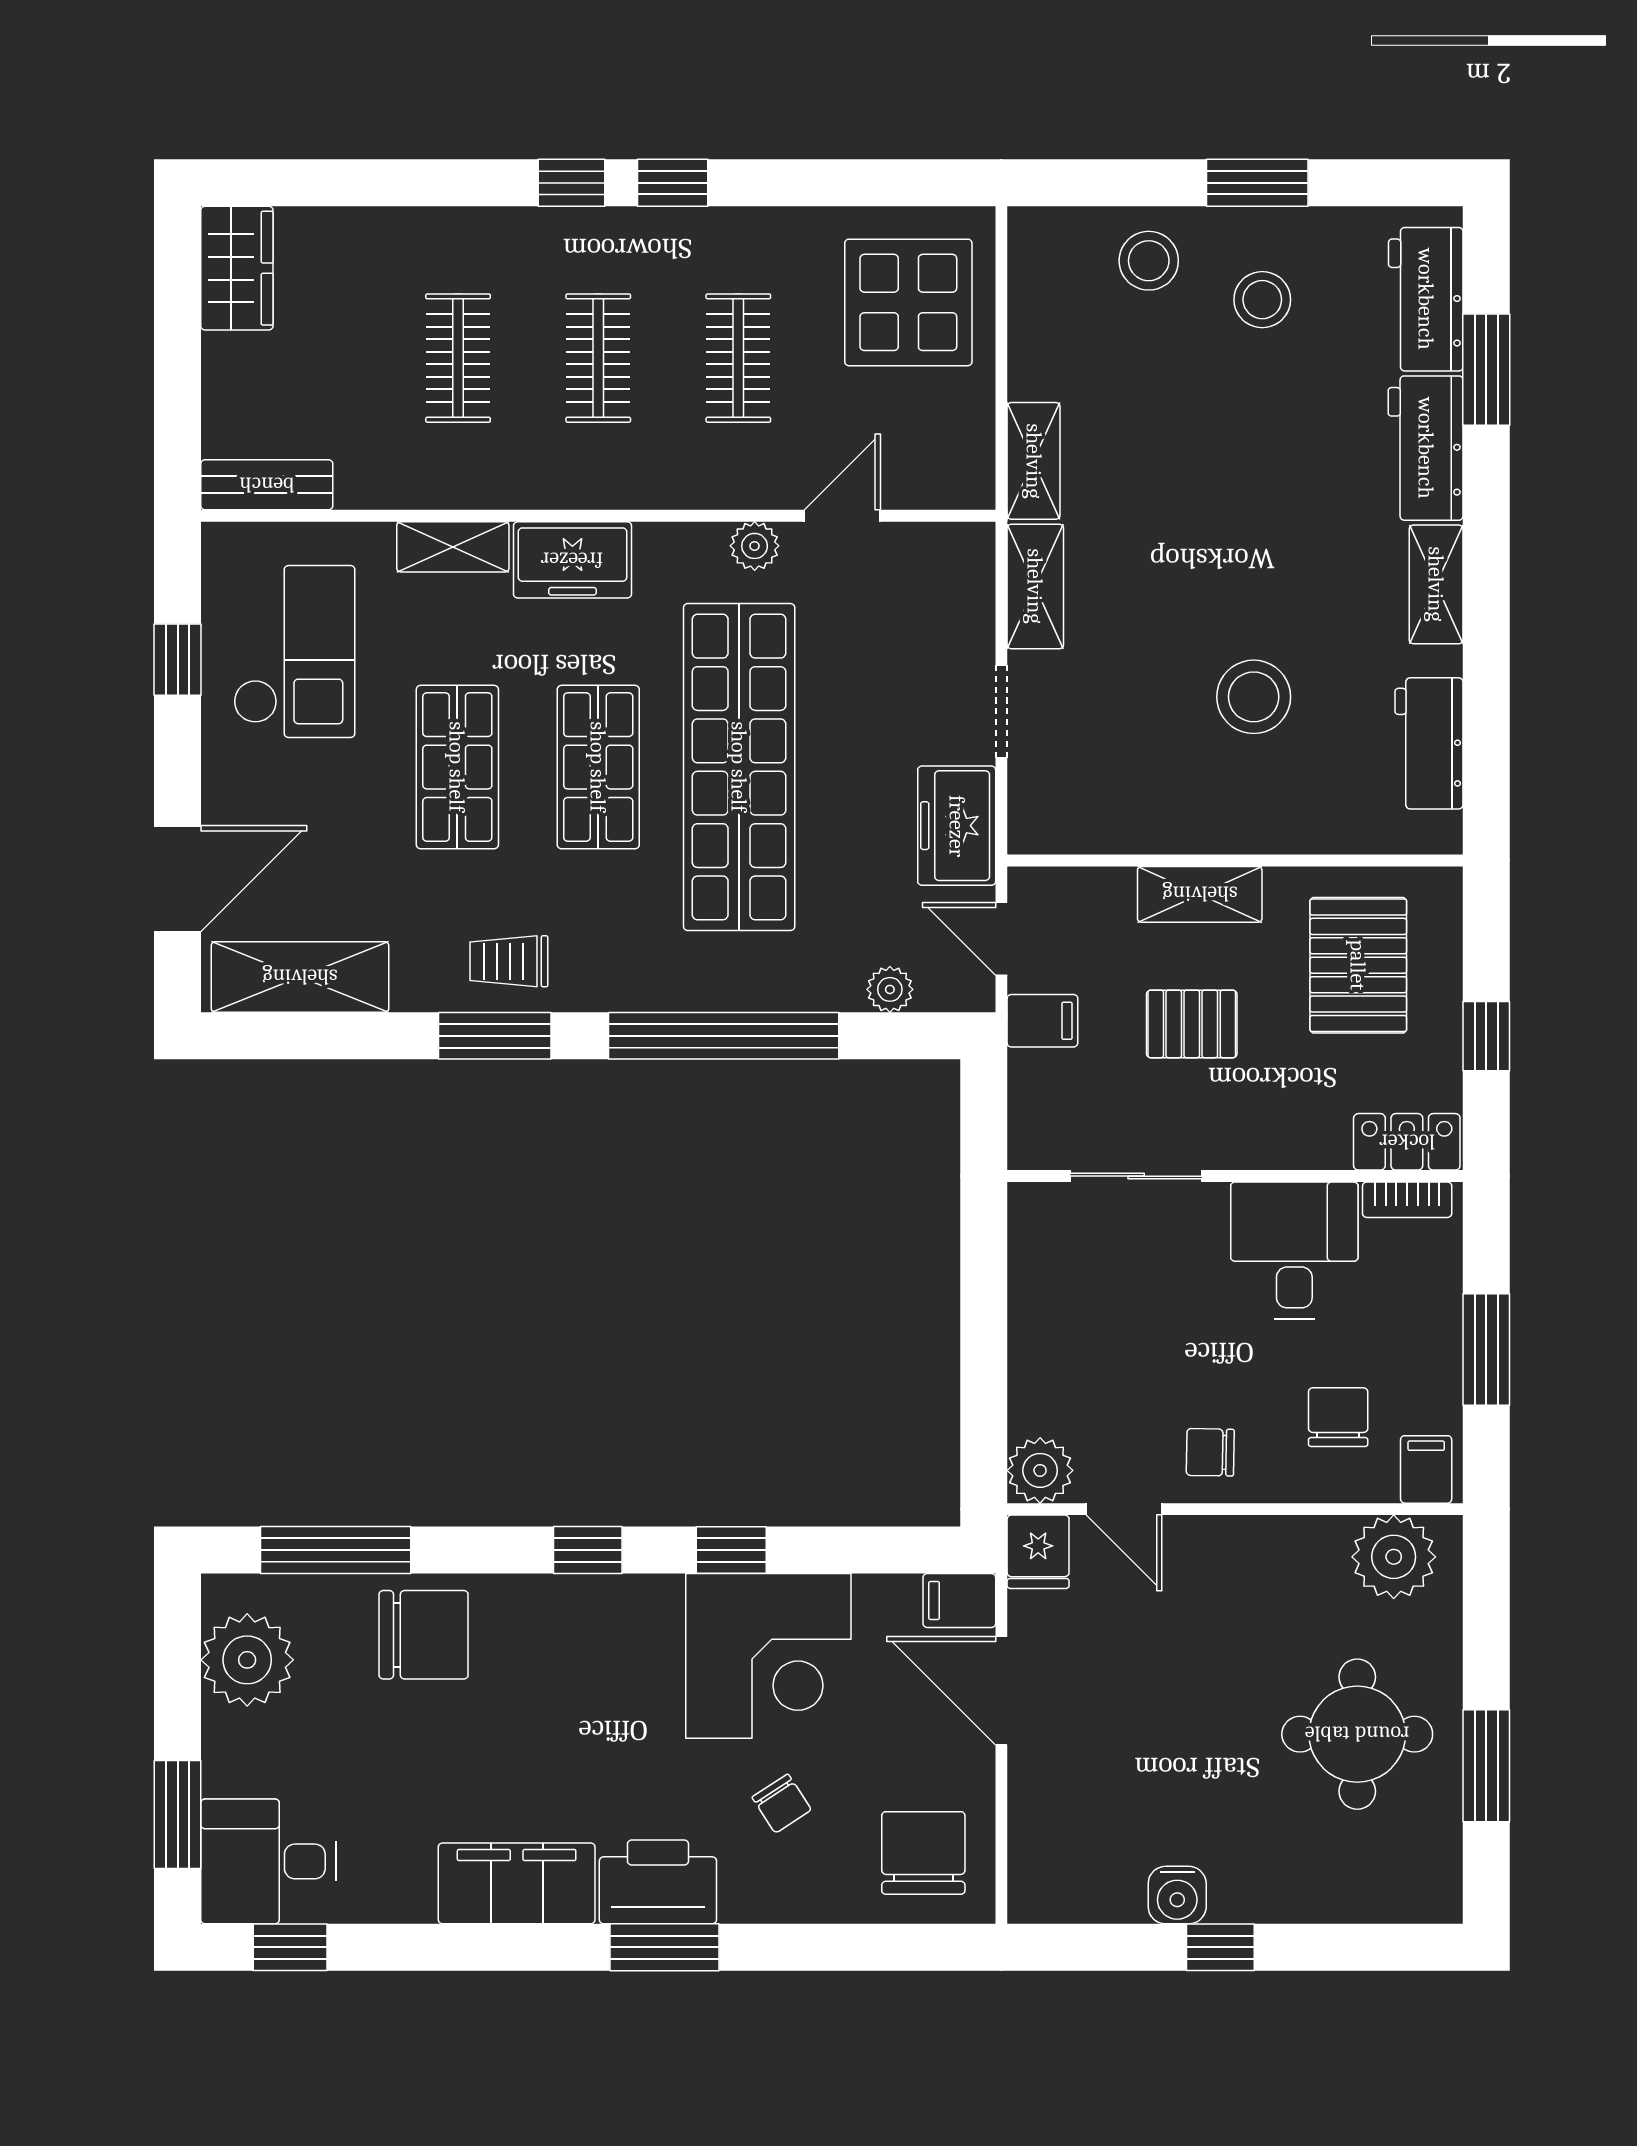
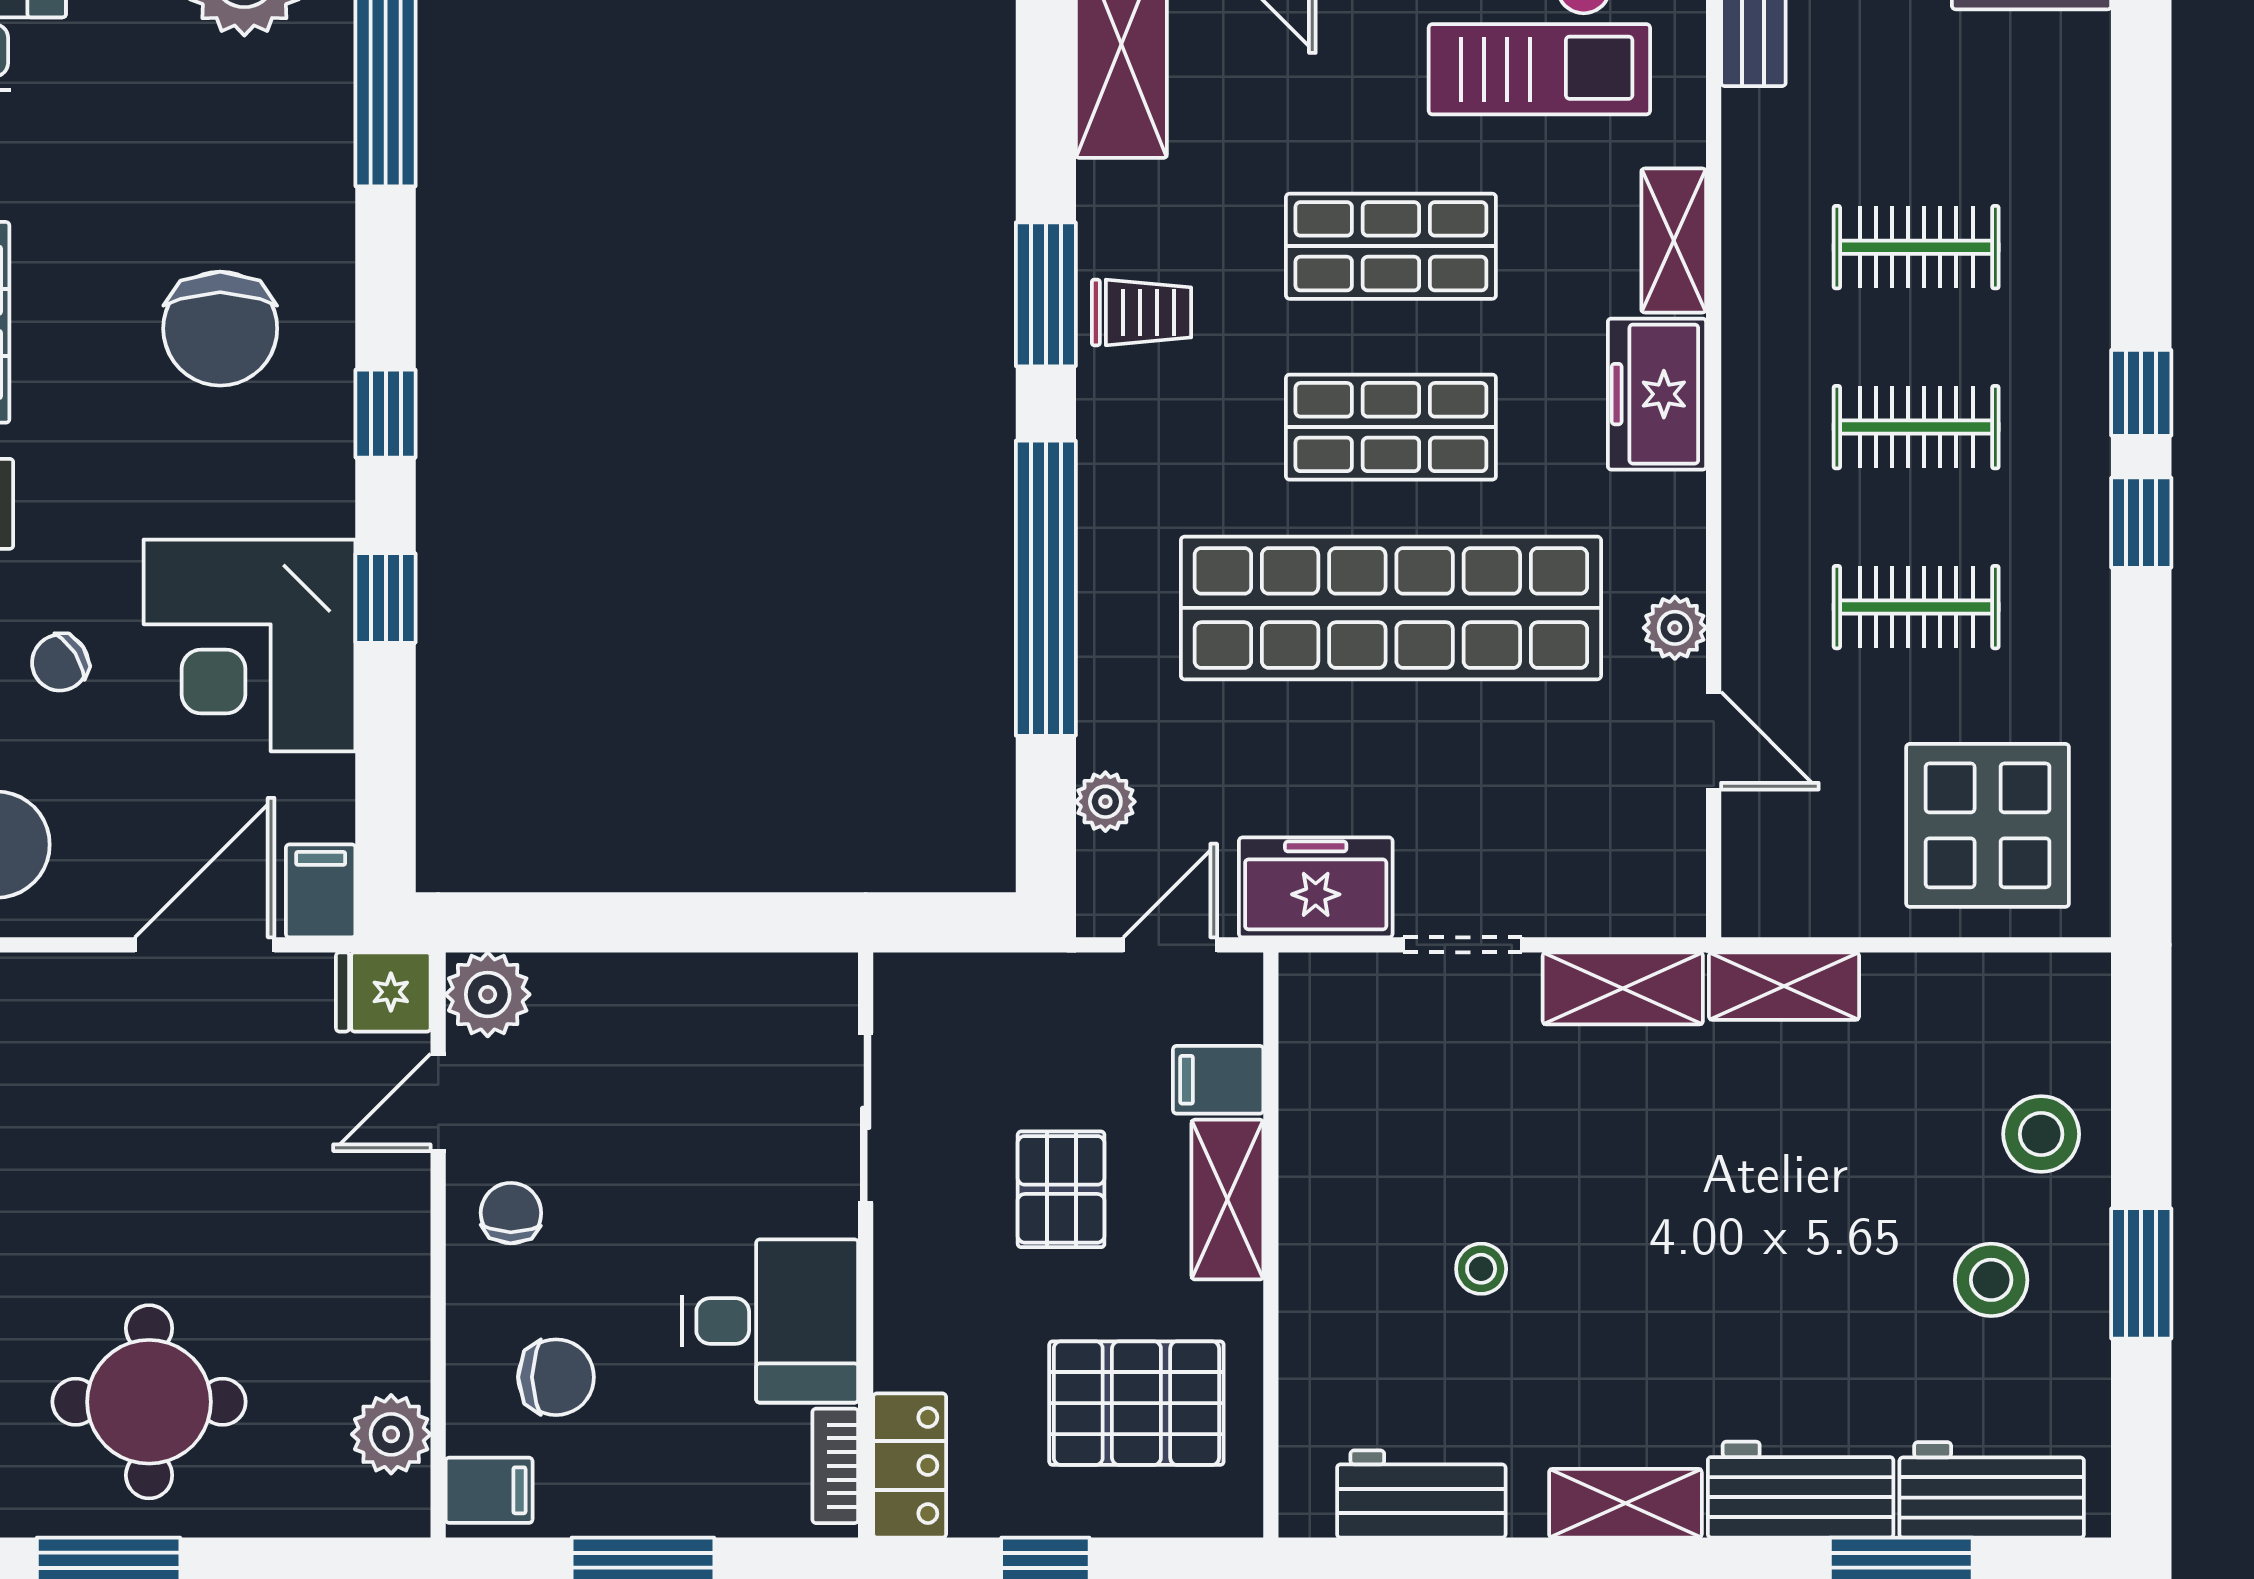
stool: (1254, 697) -> (1481, 1269), width x0.53, depth x0.53
trolley: (509, 961) -> (1142, 312), turned 90
filing cabinet: (1042, 1021) -> (1218, 1080), moved, turned 90
plant: (1394, 1557) -> (391, 1434), width x0.73, depth x0.73
chair: (424, 1635) -> (220, 329), moved

